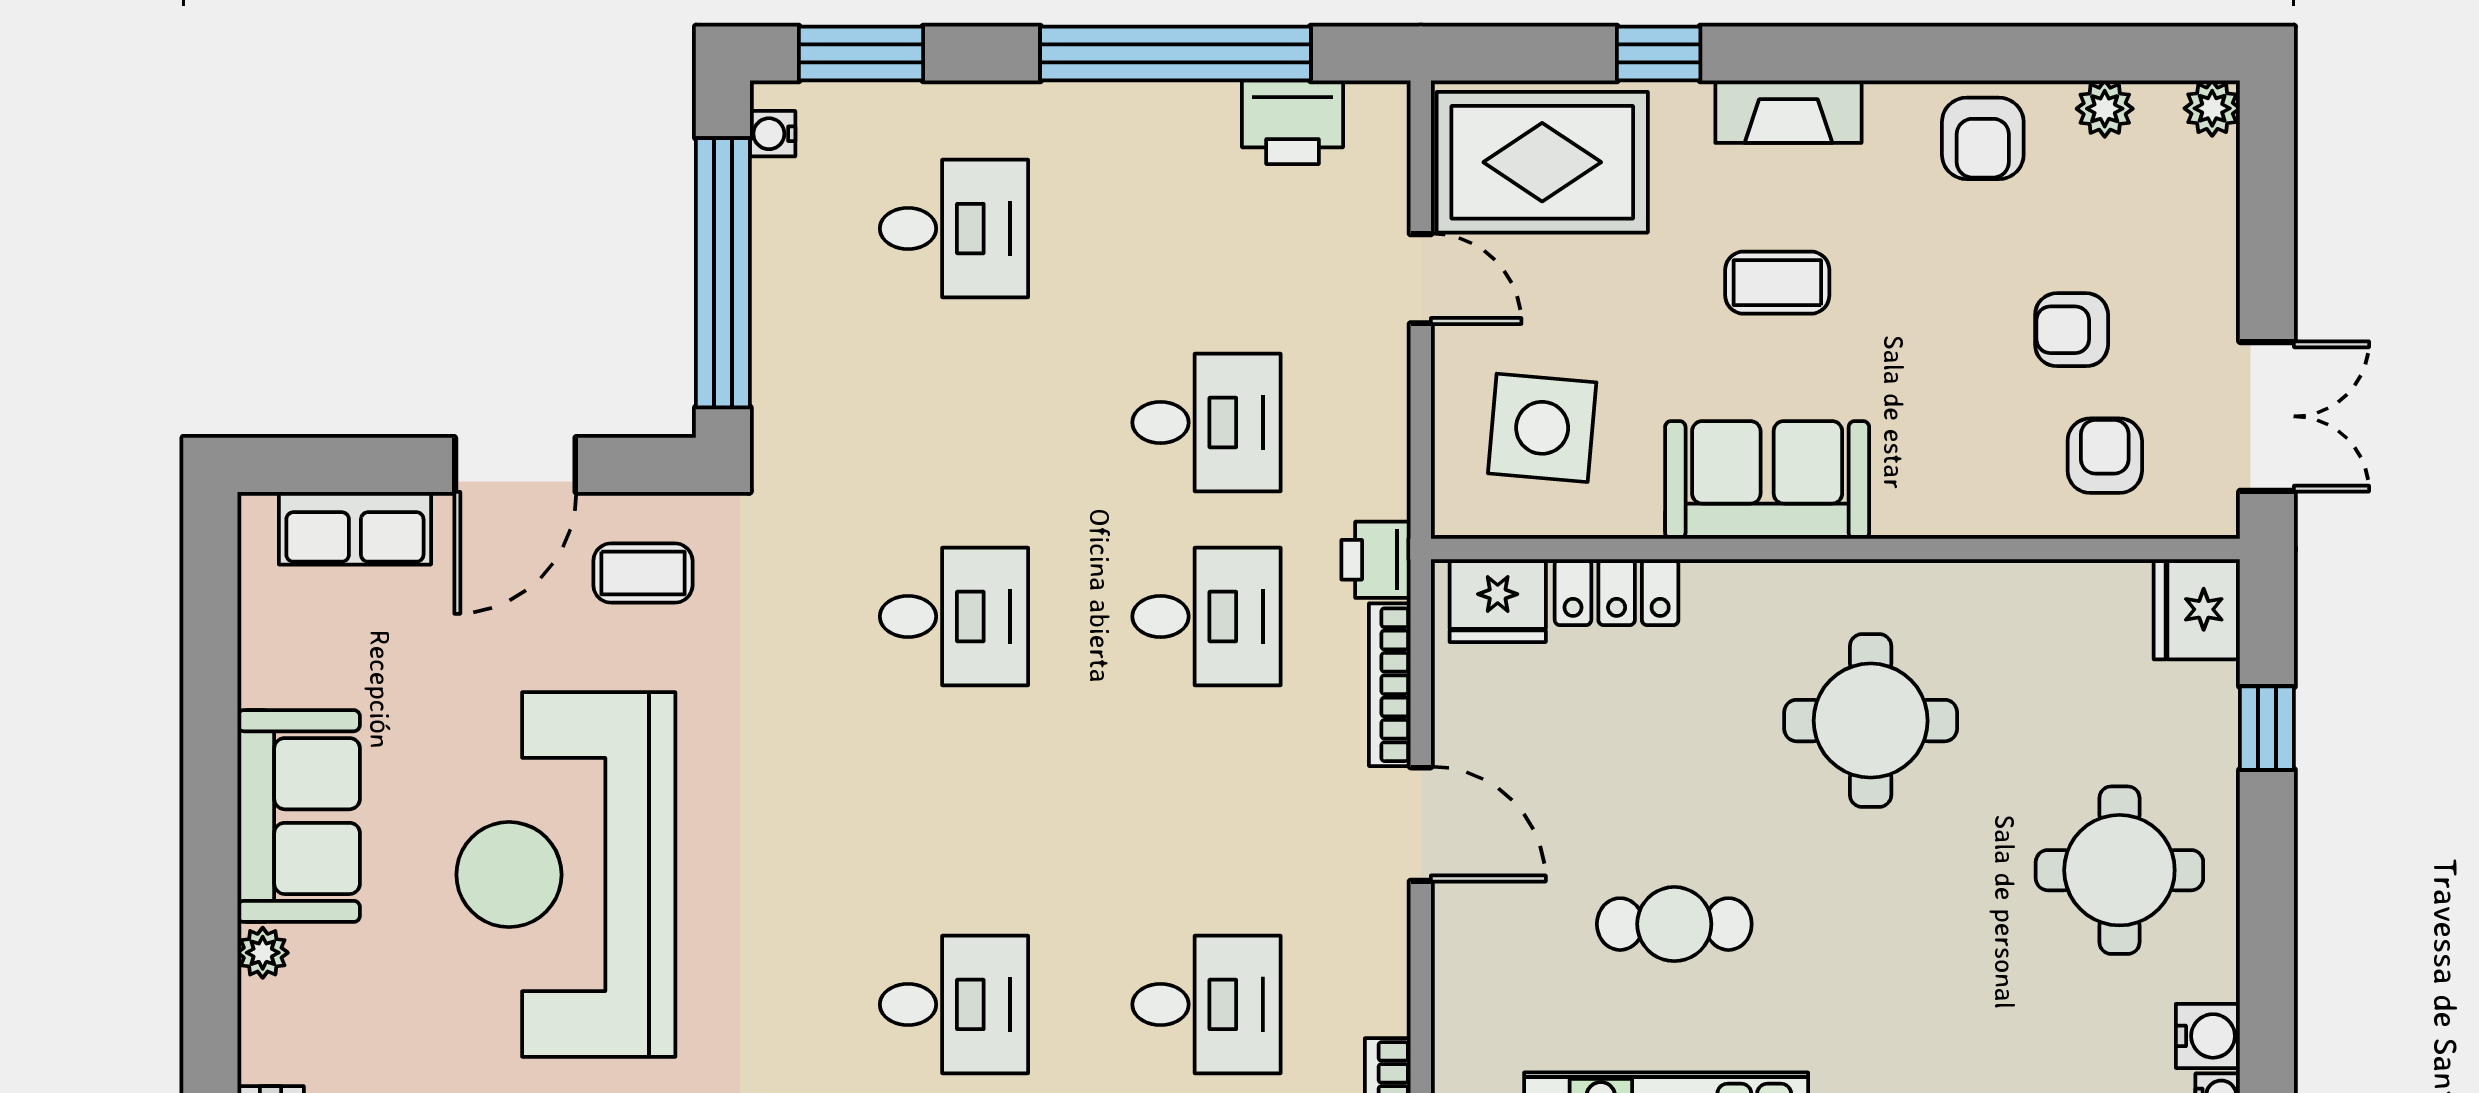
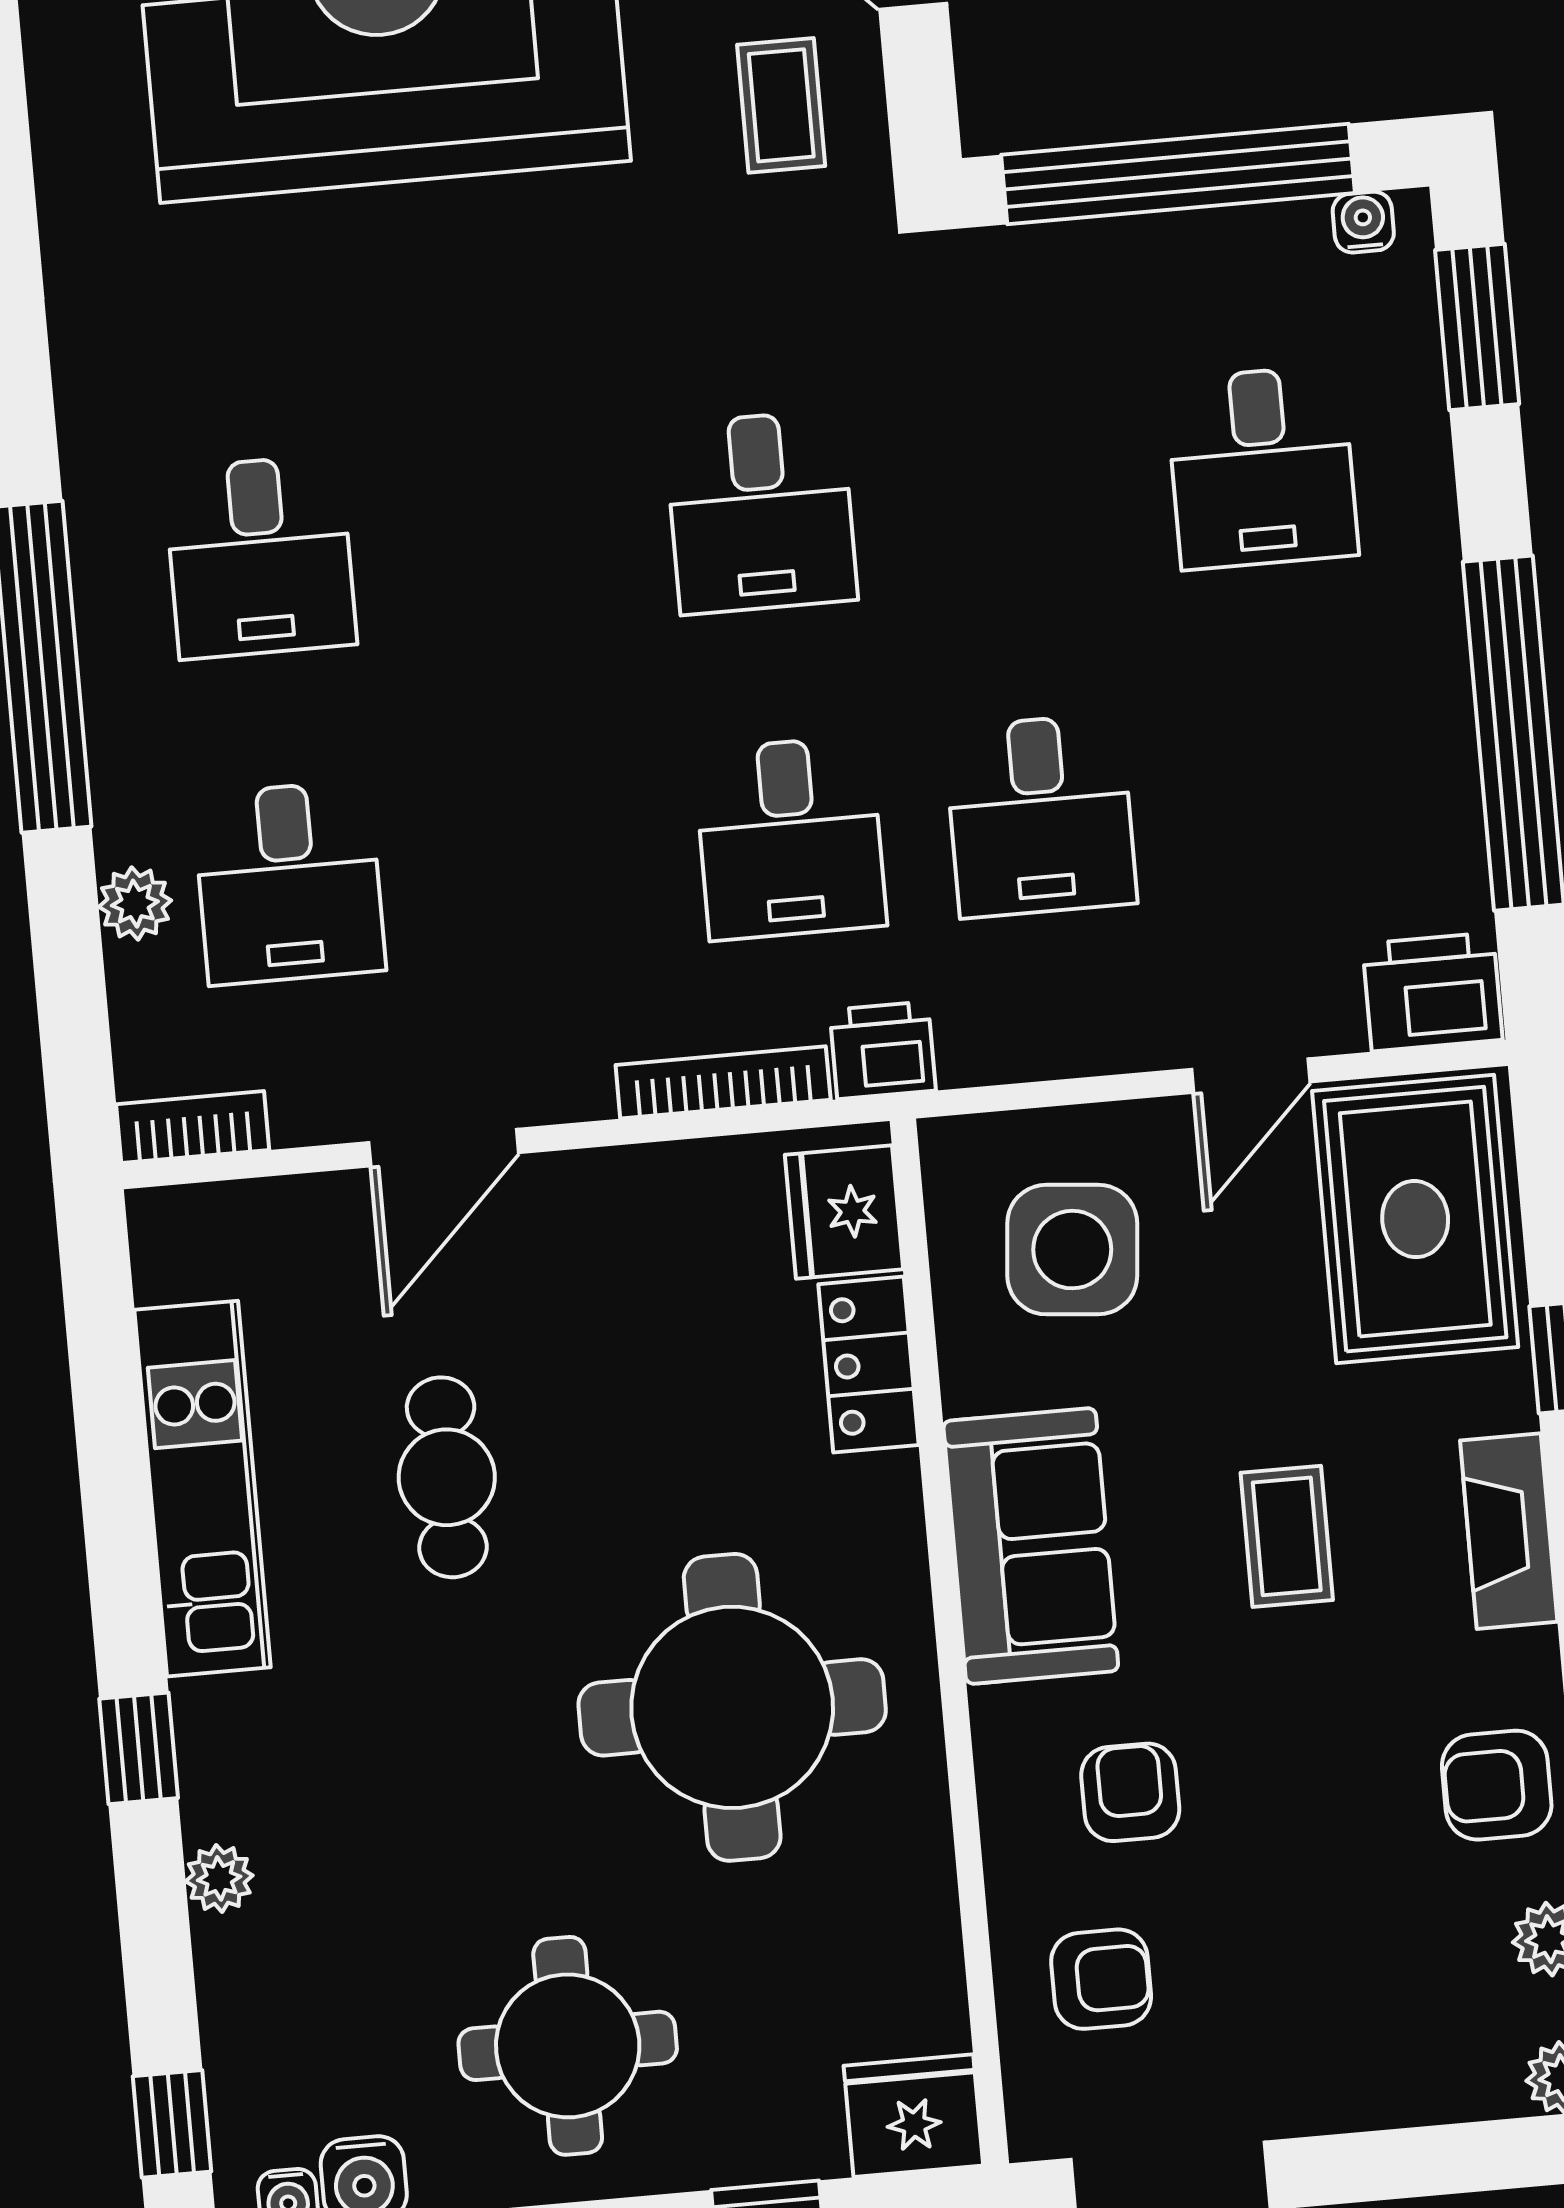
printer: (1293, 122) -> (1432, 992), moved, turned 90
armchair: (2072, 330) -> (1130, 1792), moved
round table: (1871, 721) -> (732, 1707), width x1.36, depth x1.36
door: (1421, 824) -> (444, 1148), moved

